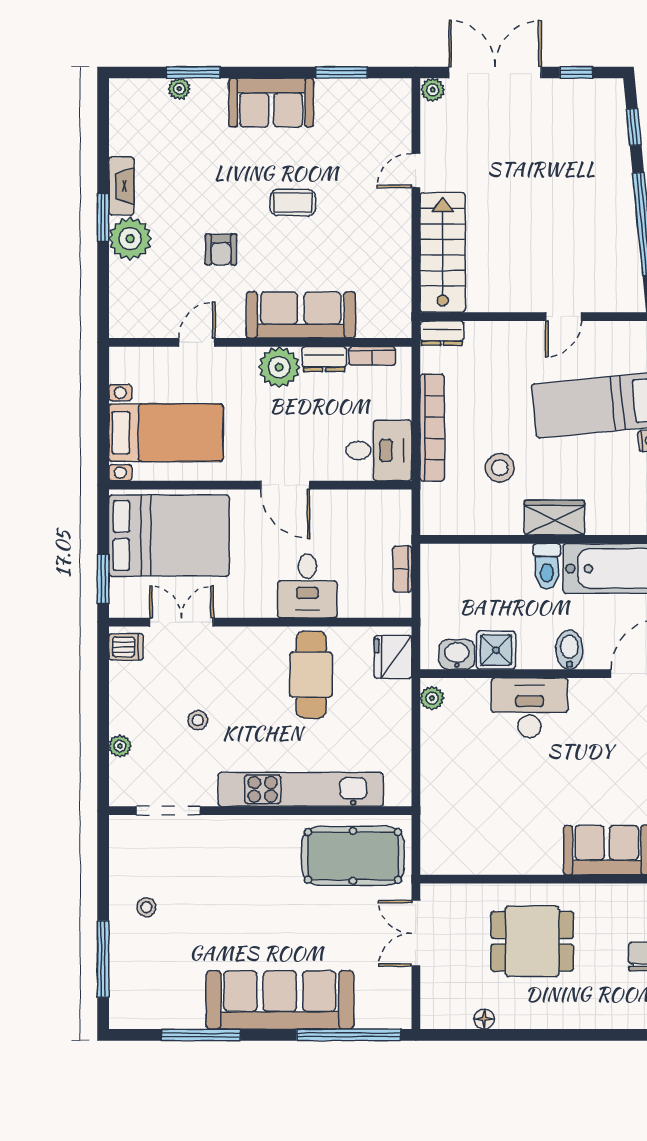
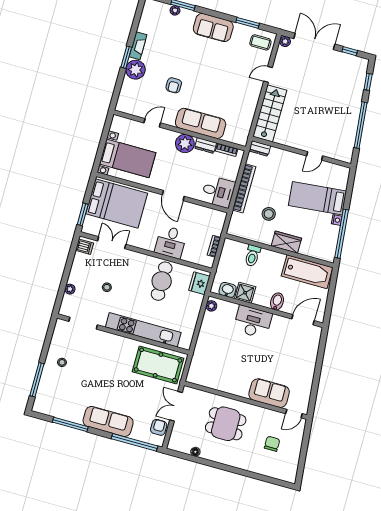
coffee table: (293, 203) -> (260, 42), moved
toilet: (547, 567) -> (252, 256), moved
armchair: (391, 989) -> (159, 427), added
sofa: (280, 1000) -> (108, 421), width x0.74, depth x0.79

